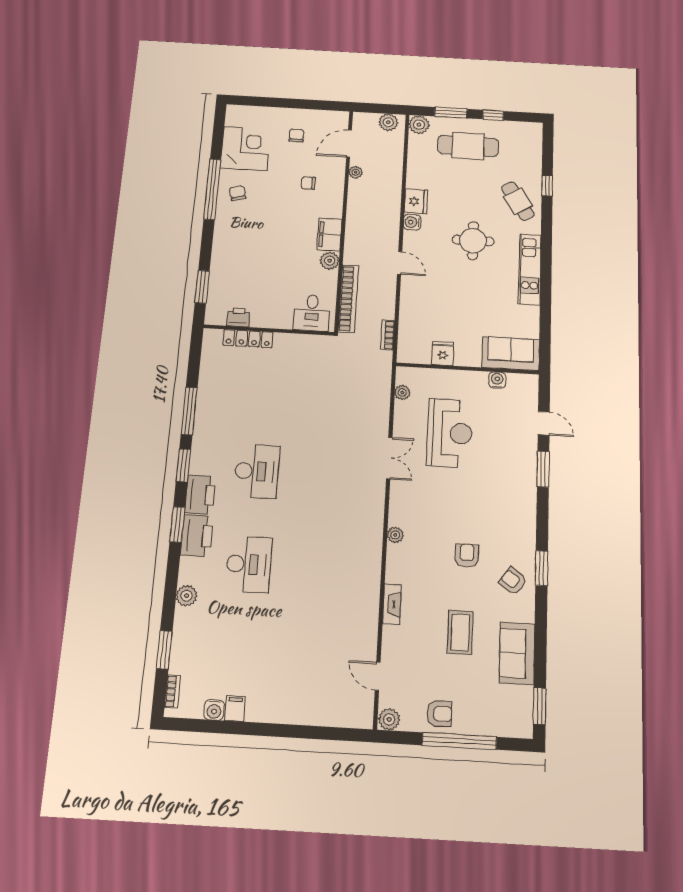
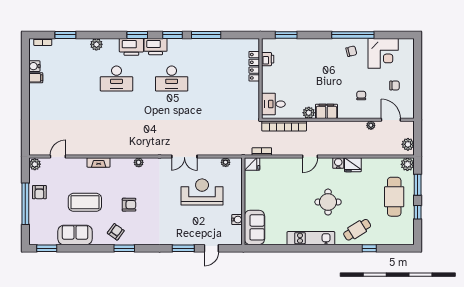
fridge: (443, 353) -> (252, 164), moved
reception desk: (450, 433) -> (202, 192), turned 180
coffee table: (460, 632) -> (85, 202), width x1.36, depth x1.32

